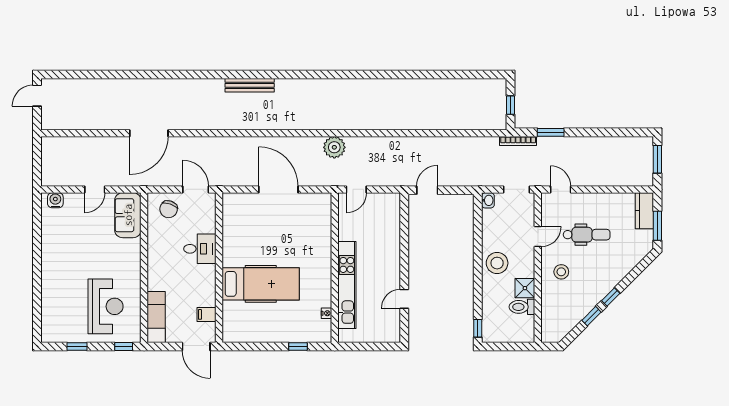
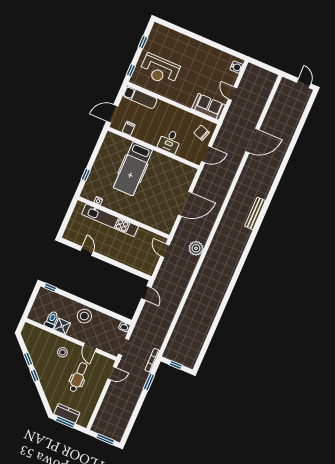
door: (149, 133) -> (252, 141), swing flipped
kitchen counter: (644, 211) -> (67, 413), moved
dental chair: (587, 235) -> (78, 377), turned 180

